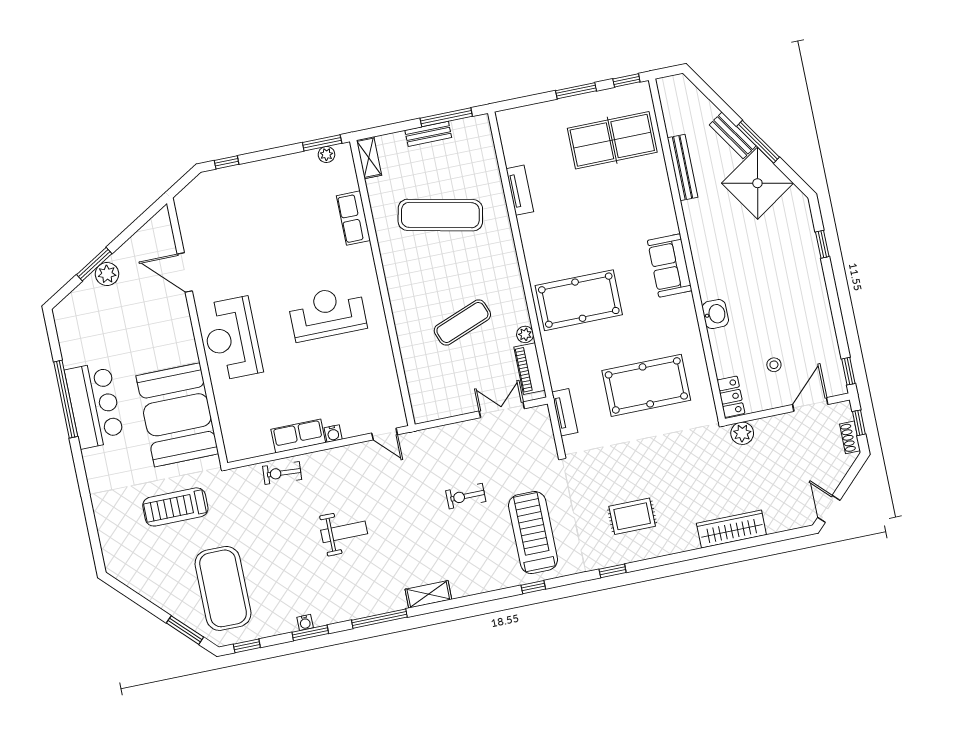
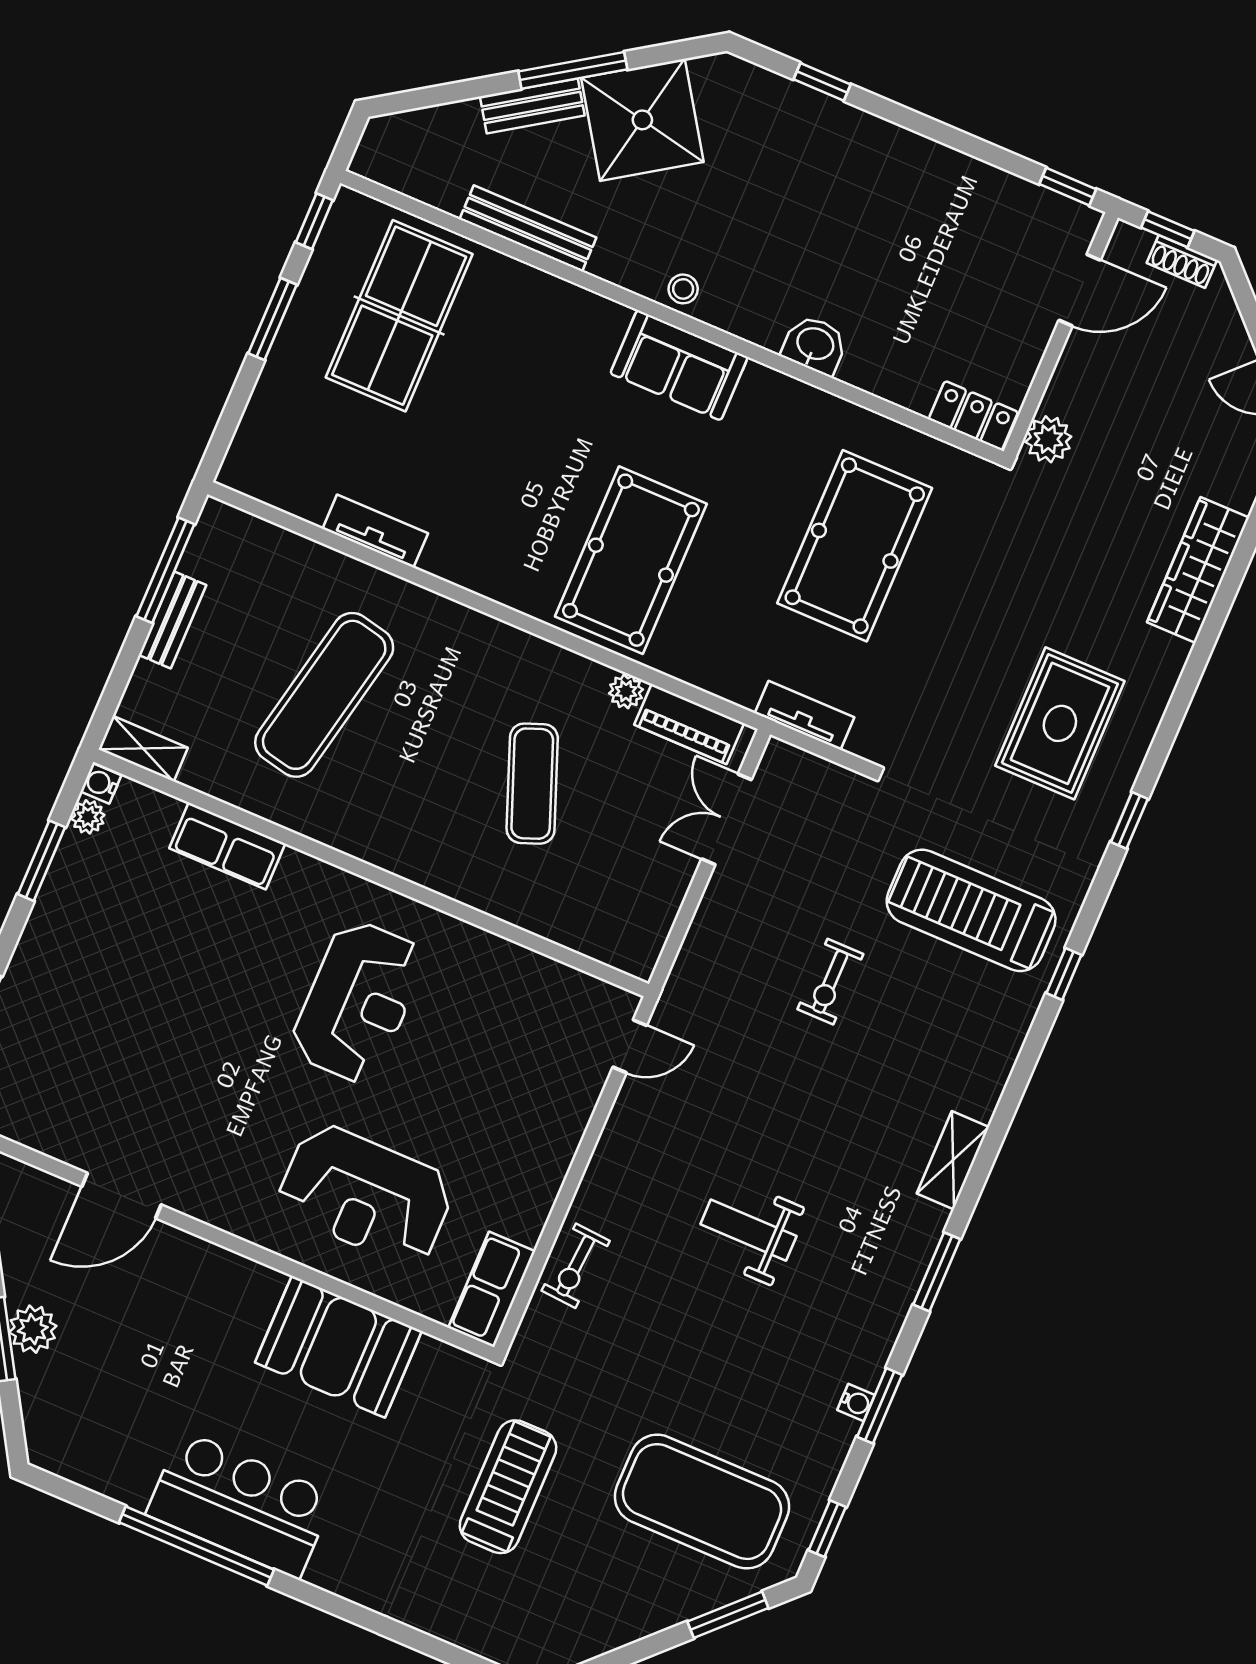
window: (322, 143) -> (42, 861), moved
reception desk: (327, 313) -> (358, 1002), turned 180
reception desk: (232, 339) -> (366, 1195), moved
stool: (774, 365) -> (683, 289), moved
door: (810, 405) -> (1080, 290), swing flipped
booth: (177, 415) -> (338, 1347), width x0.73, depth x0.70
water cooler: (333, 434) -> (101, 783), moved, turned 180
row of seats: (298, 436) -> (492, 1289), moved
treadmill: (175, 507) -> (508, 1487), turned 180
rug: (632, 516) -> (1060, 723), width x1.36, depth x1.43
weight bench: (344, 532) -> (748, 1230), turned -90
window: (379, 619) -> (937, 1272), width x0.69

